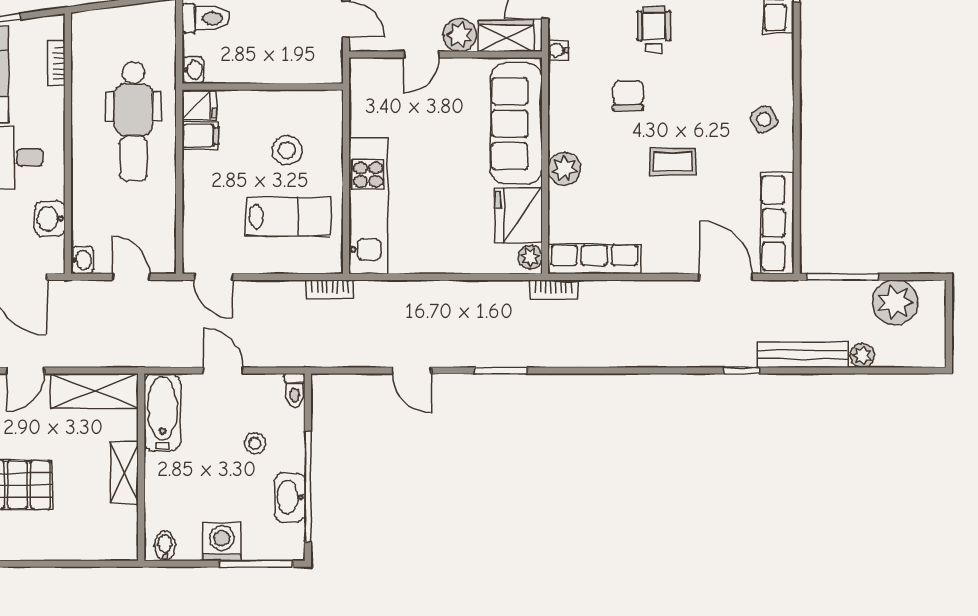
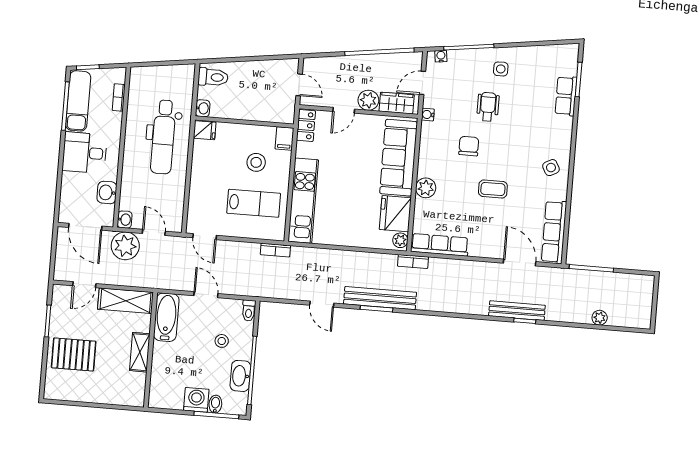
locker: (362, 84) -> (306, 126), added
filing cabinet: (200, 136) -> (284, 138), moved, turned 90
plant: (895, 302) -> (125, 246), moved
bench: (505, 353) -> (380, 298), added
bench: (803, 355) -> (517, 311), moved
bidet: (165, 546) -> (215, 404), moved

